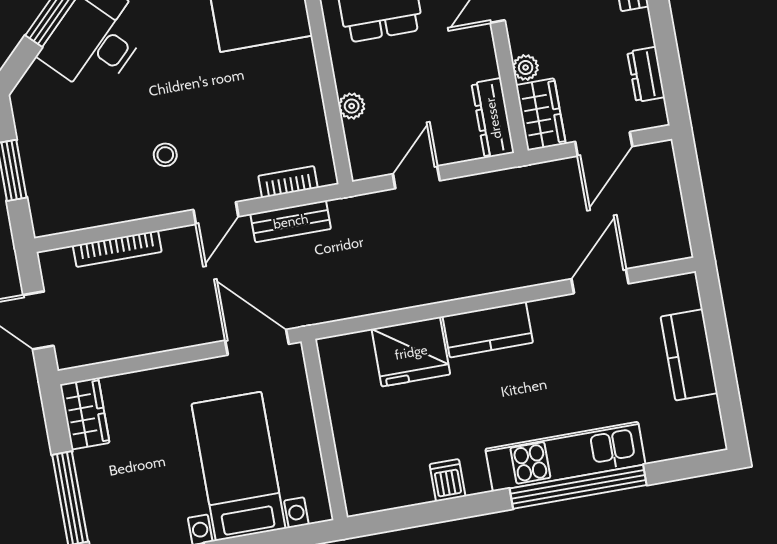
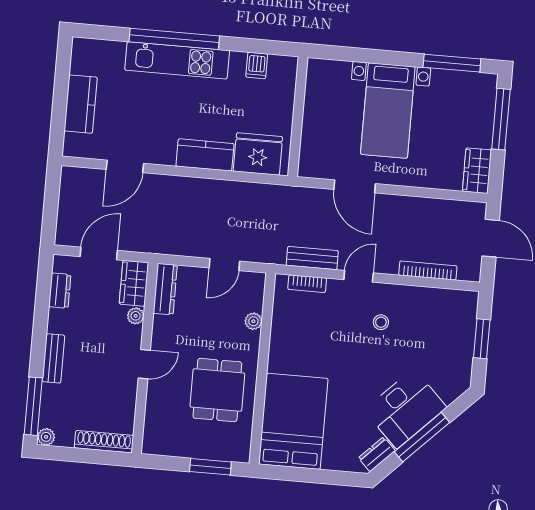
wall: (324, 429) -> (298, 117), moved

